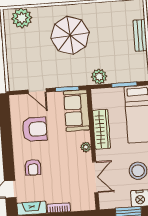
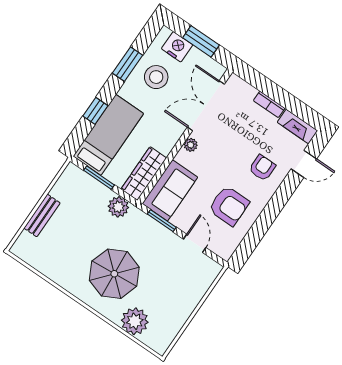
plant: (22, 18) -> (135, 321), moved
armchair: (35, 129) -> (229, 206), turned 180
wardrobe: (101, 129) -> (144, 174), moved
double door: (95, 177) -> (206, 106), width x1.37

